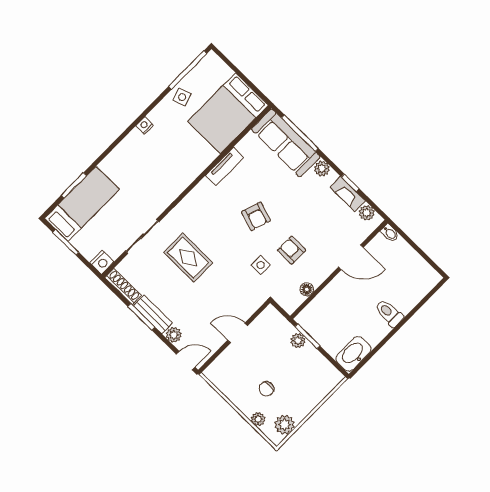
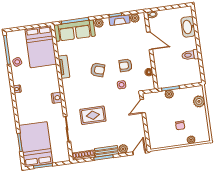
bed: (82, 204) -> (36, 144), width x1.50
door: (351, 257) -> (150, 41), hinge flipped
nightstand: (102, 262) -> (57, 98), moved
toilet: (389, 313) -> (190, 55), moved
door: (238, 333) -> (143, 106), moved
washbasin: (353, 354) -> (188, 27), moved
plant: (285, 425) -> (199, 101), moved

